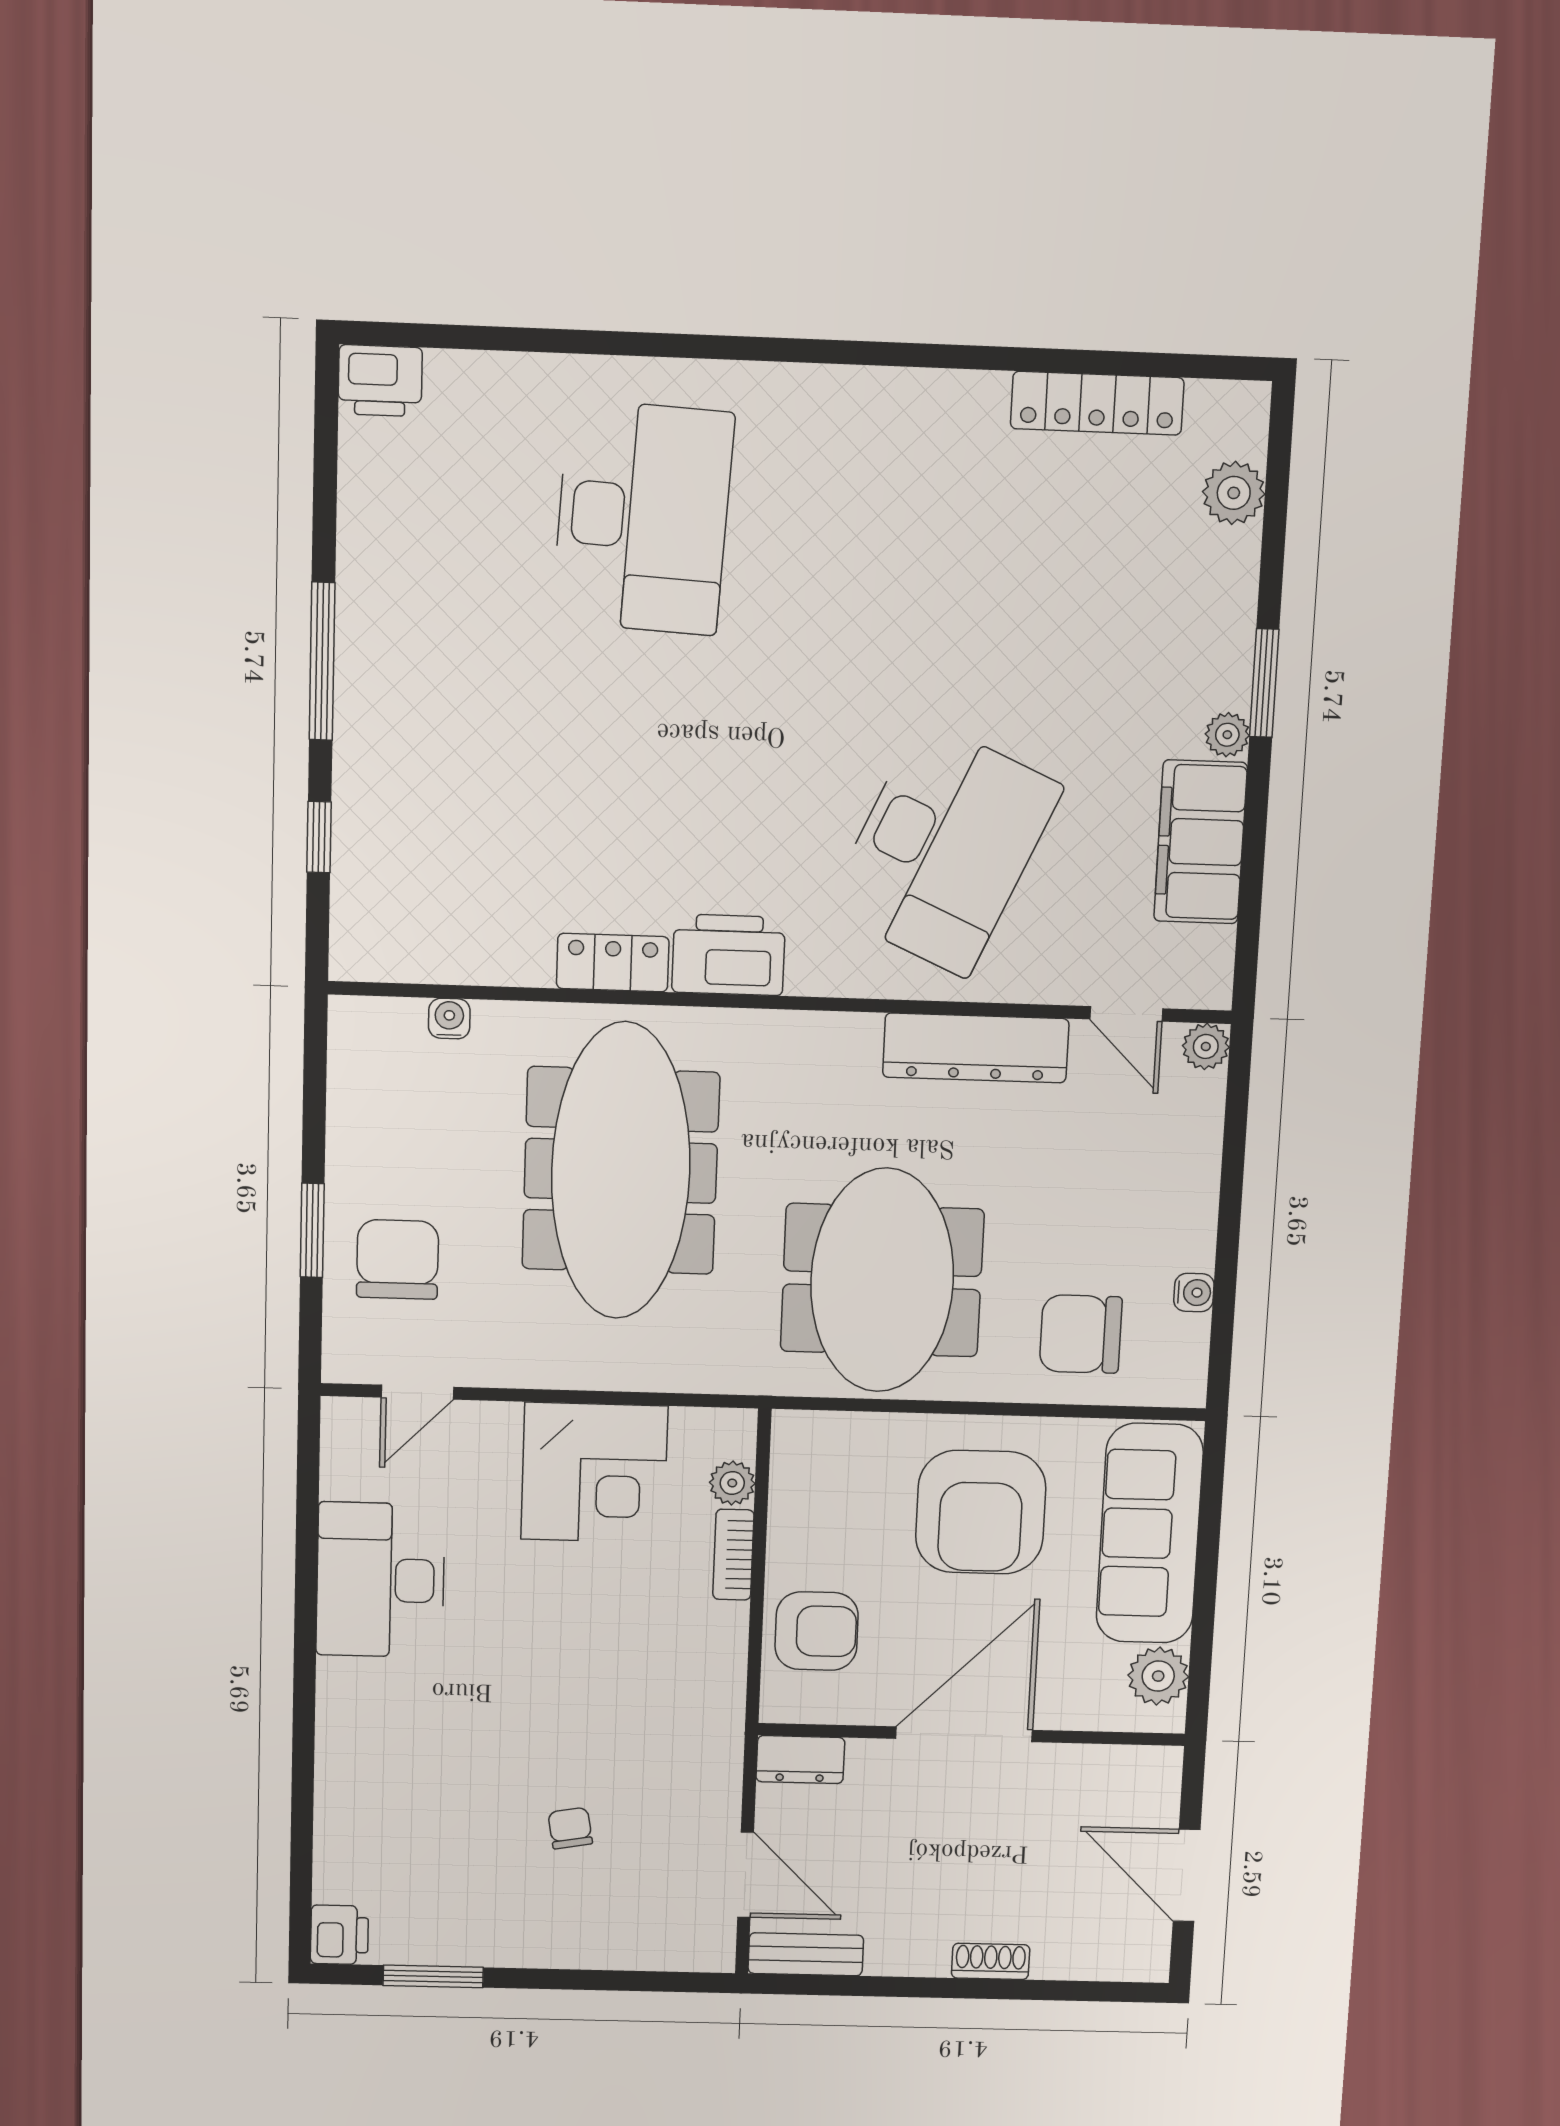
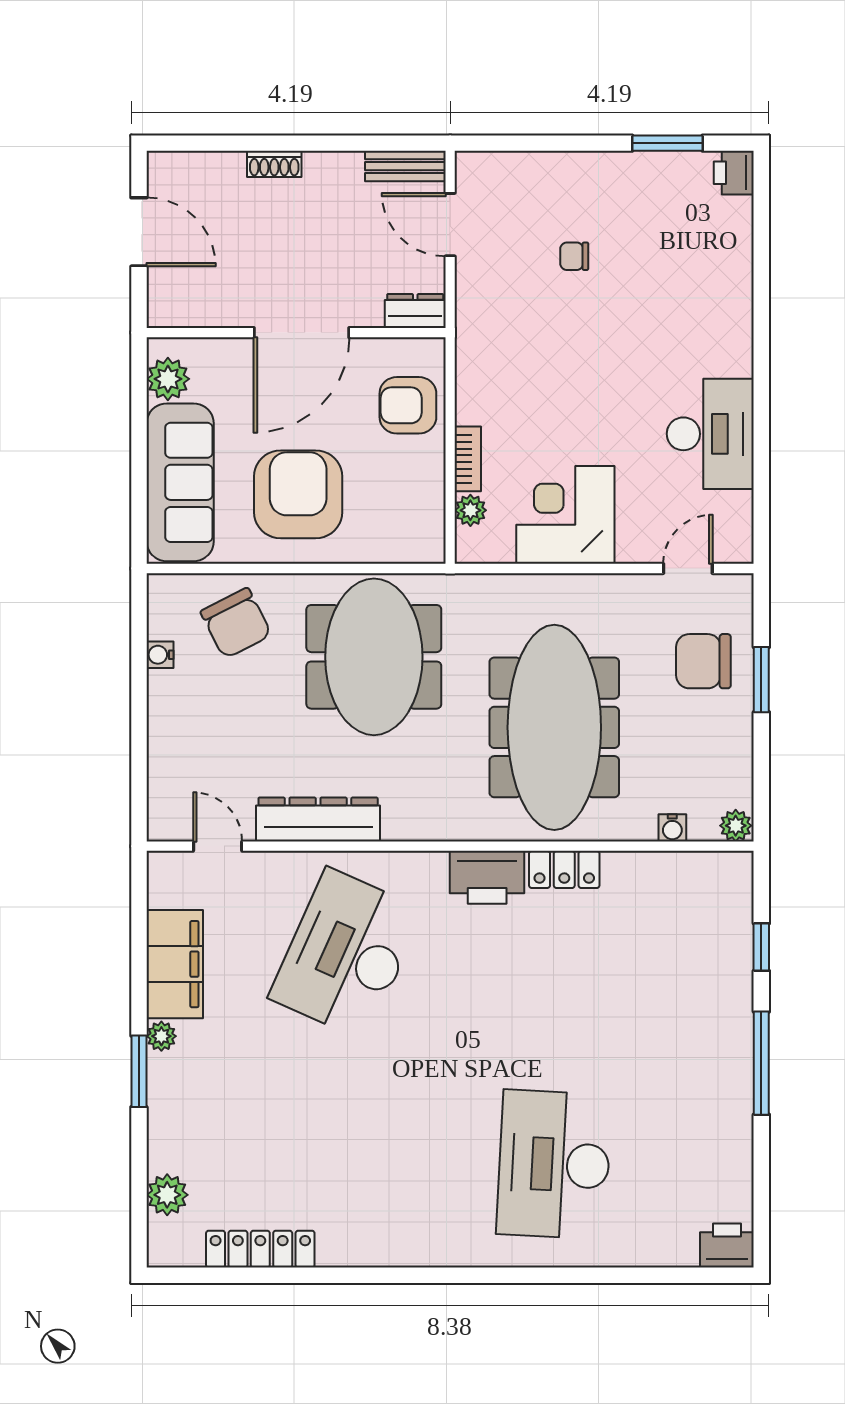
plant: (1206, 1047) -> (736, 826), moved
chair: (398, 1259) -> (703, 661), turned 90
chair: (1081, 1334) -> (236, 623), turned 63
chair: (570, 1828) -> (574, 256), turned 100

